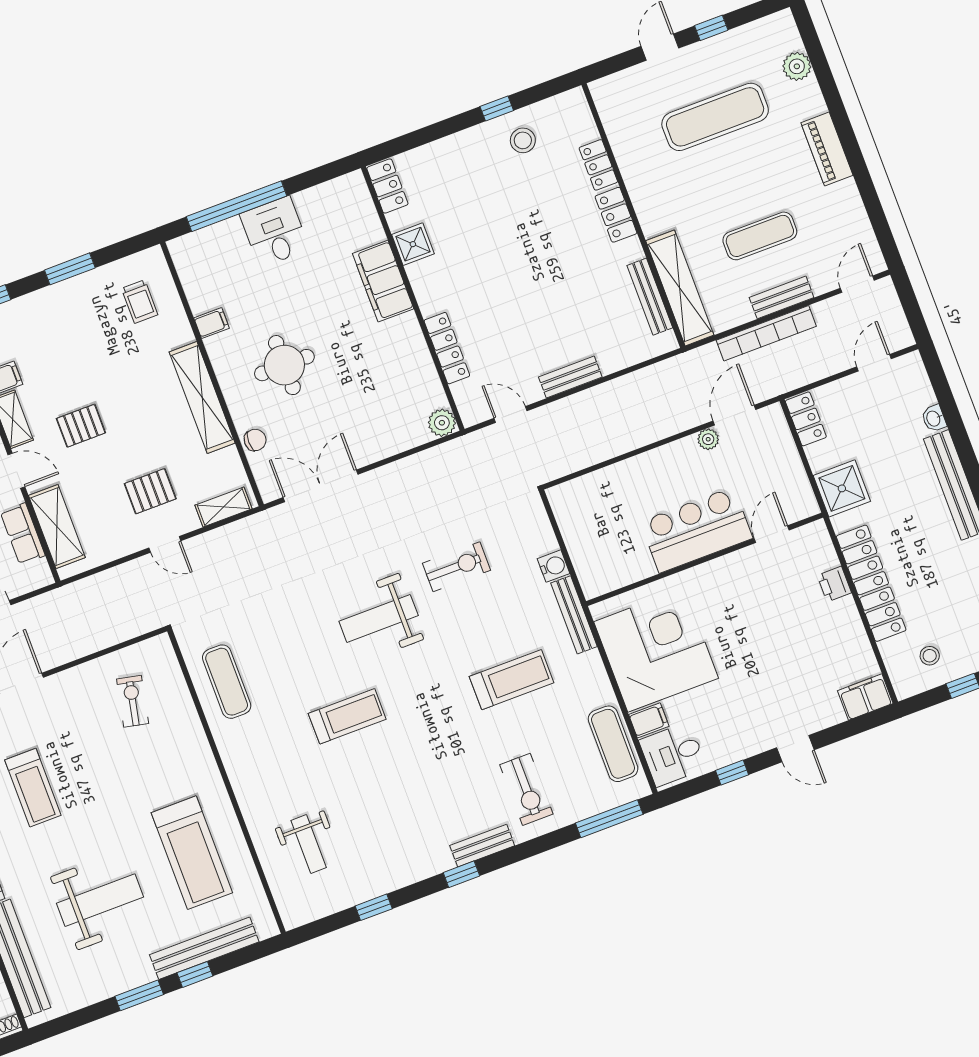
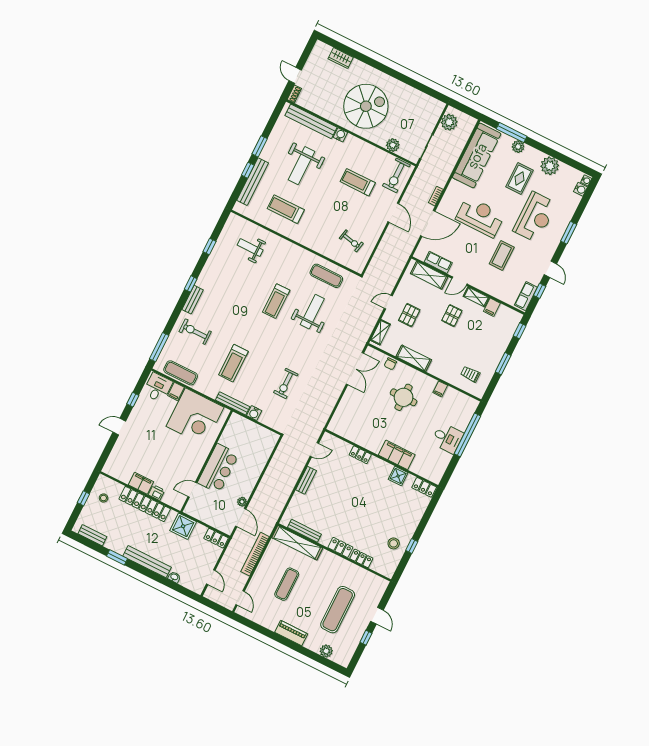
bench: (782, 297) -> (261, 571), removed
locker: (447, 348) -> (360, 455), width x0.66
shelving: (202, 397) -> (414, 358), width x0.68
plant: (442, 423) -> (334, 426), removed
door: (772, 534) -> (192, 490), swing flipped
weight bench: (379, 618) -> (312, 312), moved
filing cabinet: (865, 697) -> (141, 483), moved, turned -90
treadmill: (192, 853) -> (286, 209), width x0.73, depth x0.73

